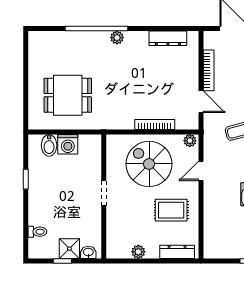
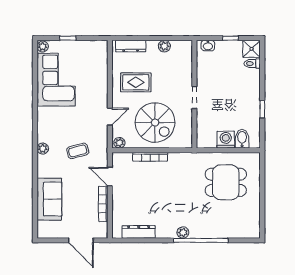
shower: (69, 249) -> (252, 49), moved

